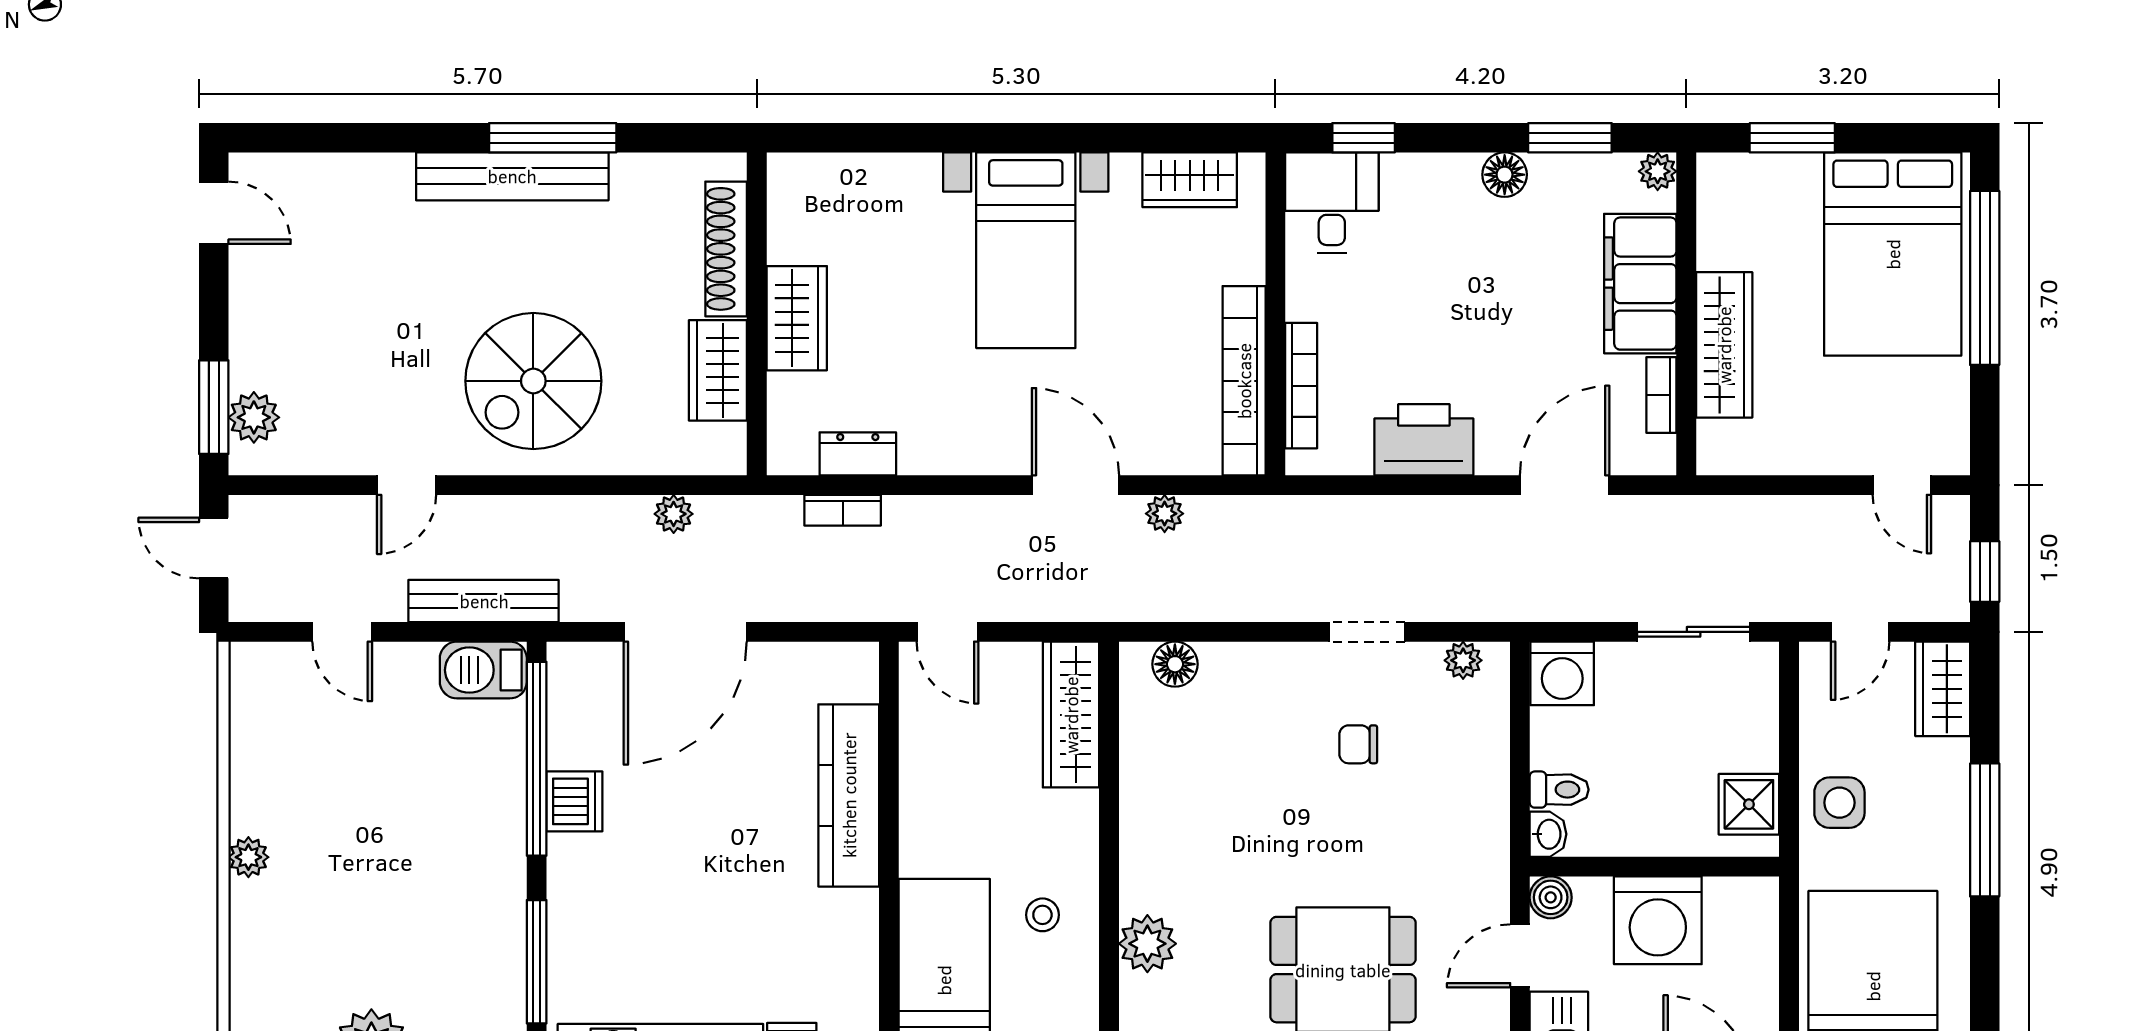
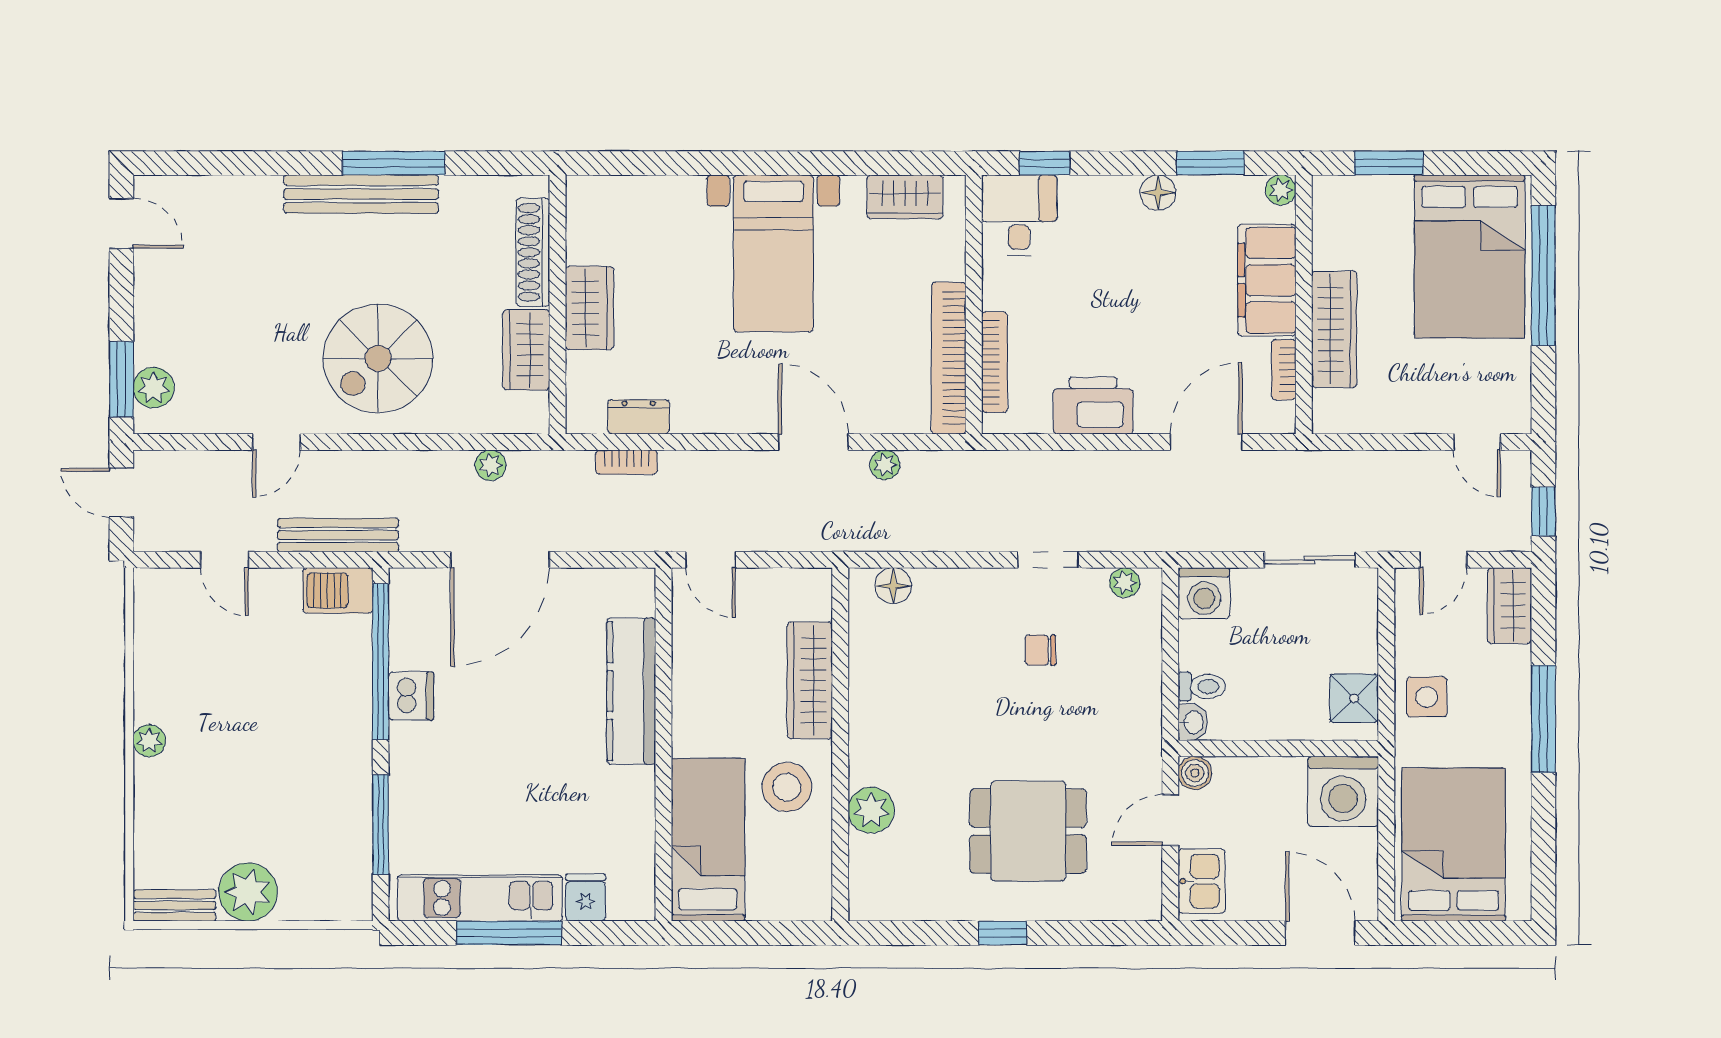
wardrobe: (1071, 715) -> (810, 680), moved
stool: (1042, 915) -> (787, 787), width x1.89, depth x1.89
washing machine: (1658, 920) -> (1343, 791), moved

